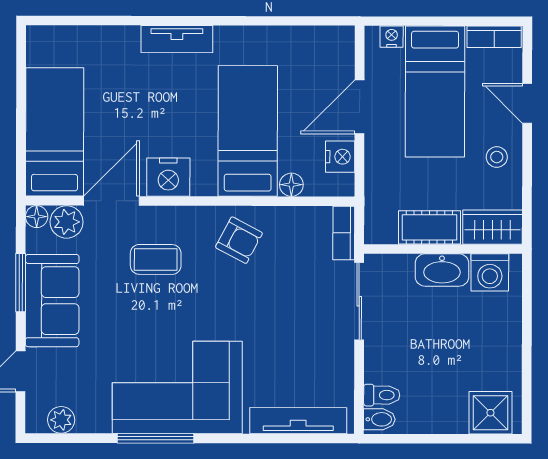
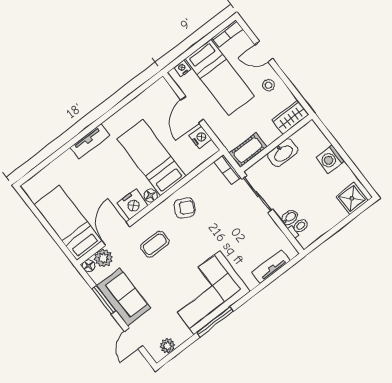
floor lamp: (291, 185) -> (151, 196), moved
cot: (429, 227) -> (248, 150), moved
washing machine: (490, 272) -> (330, 159), moved, turned 90
bidet: (379, 419) -> (289, 218), moved
tv unit: (298, 421) -> (271, 267), width x0.71

